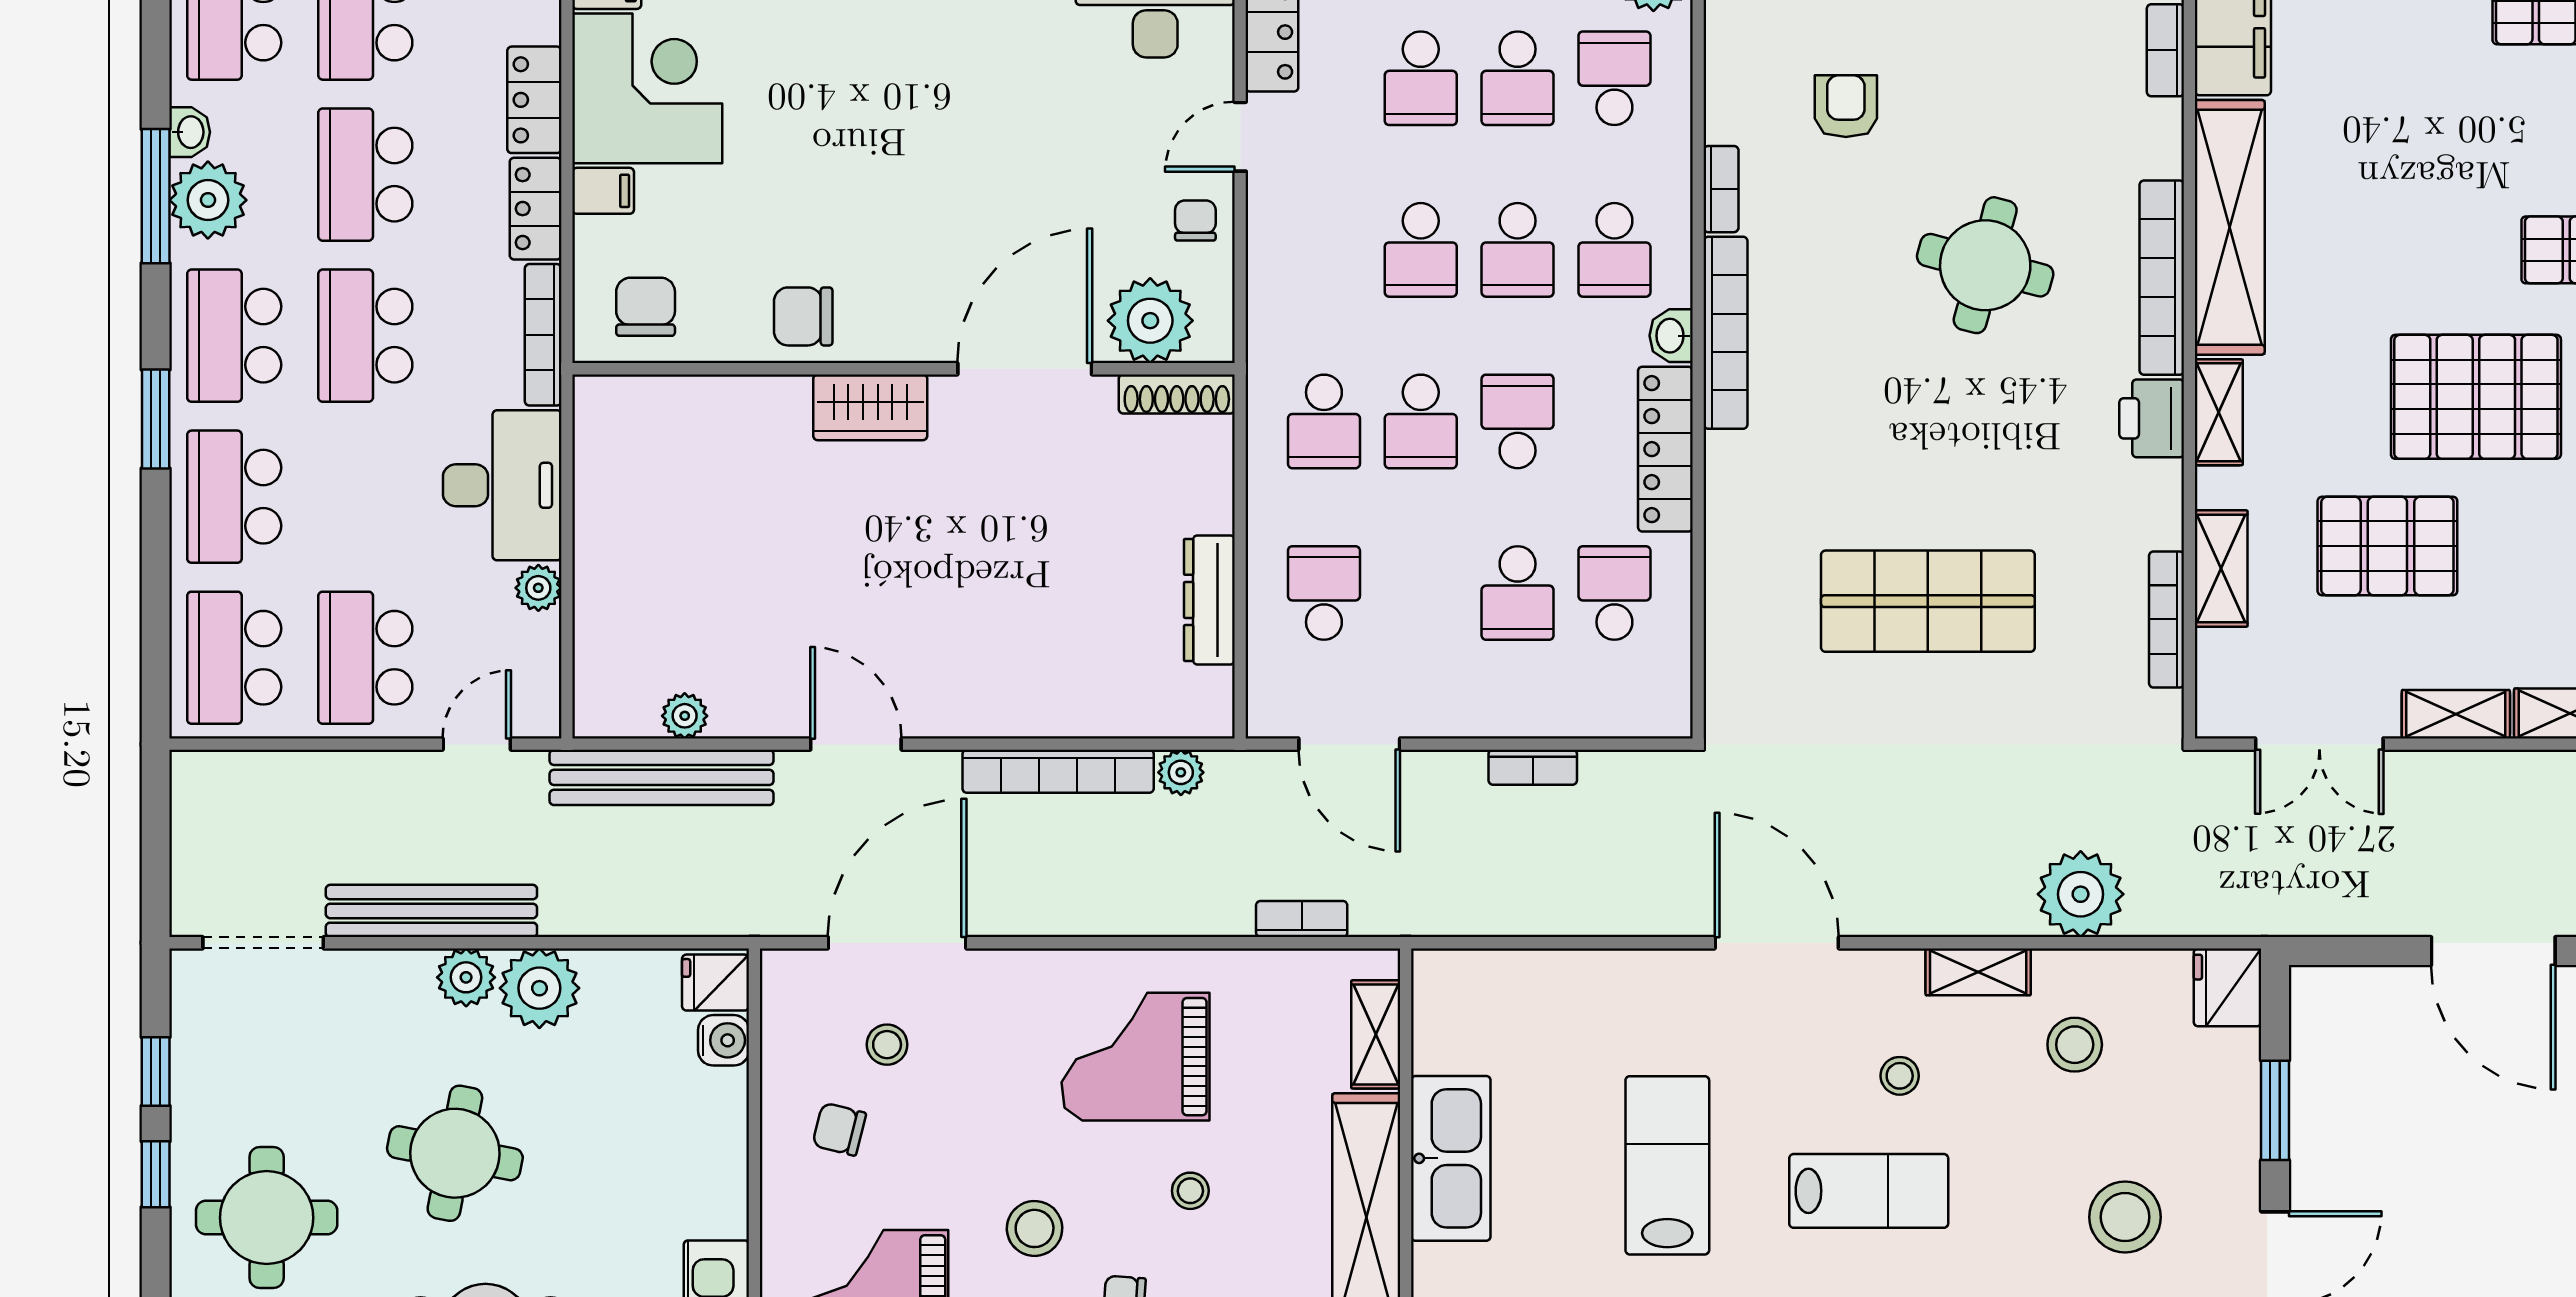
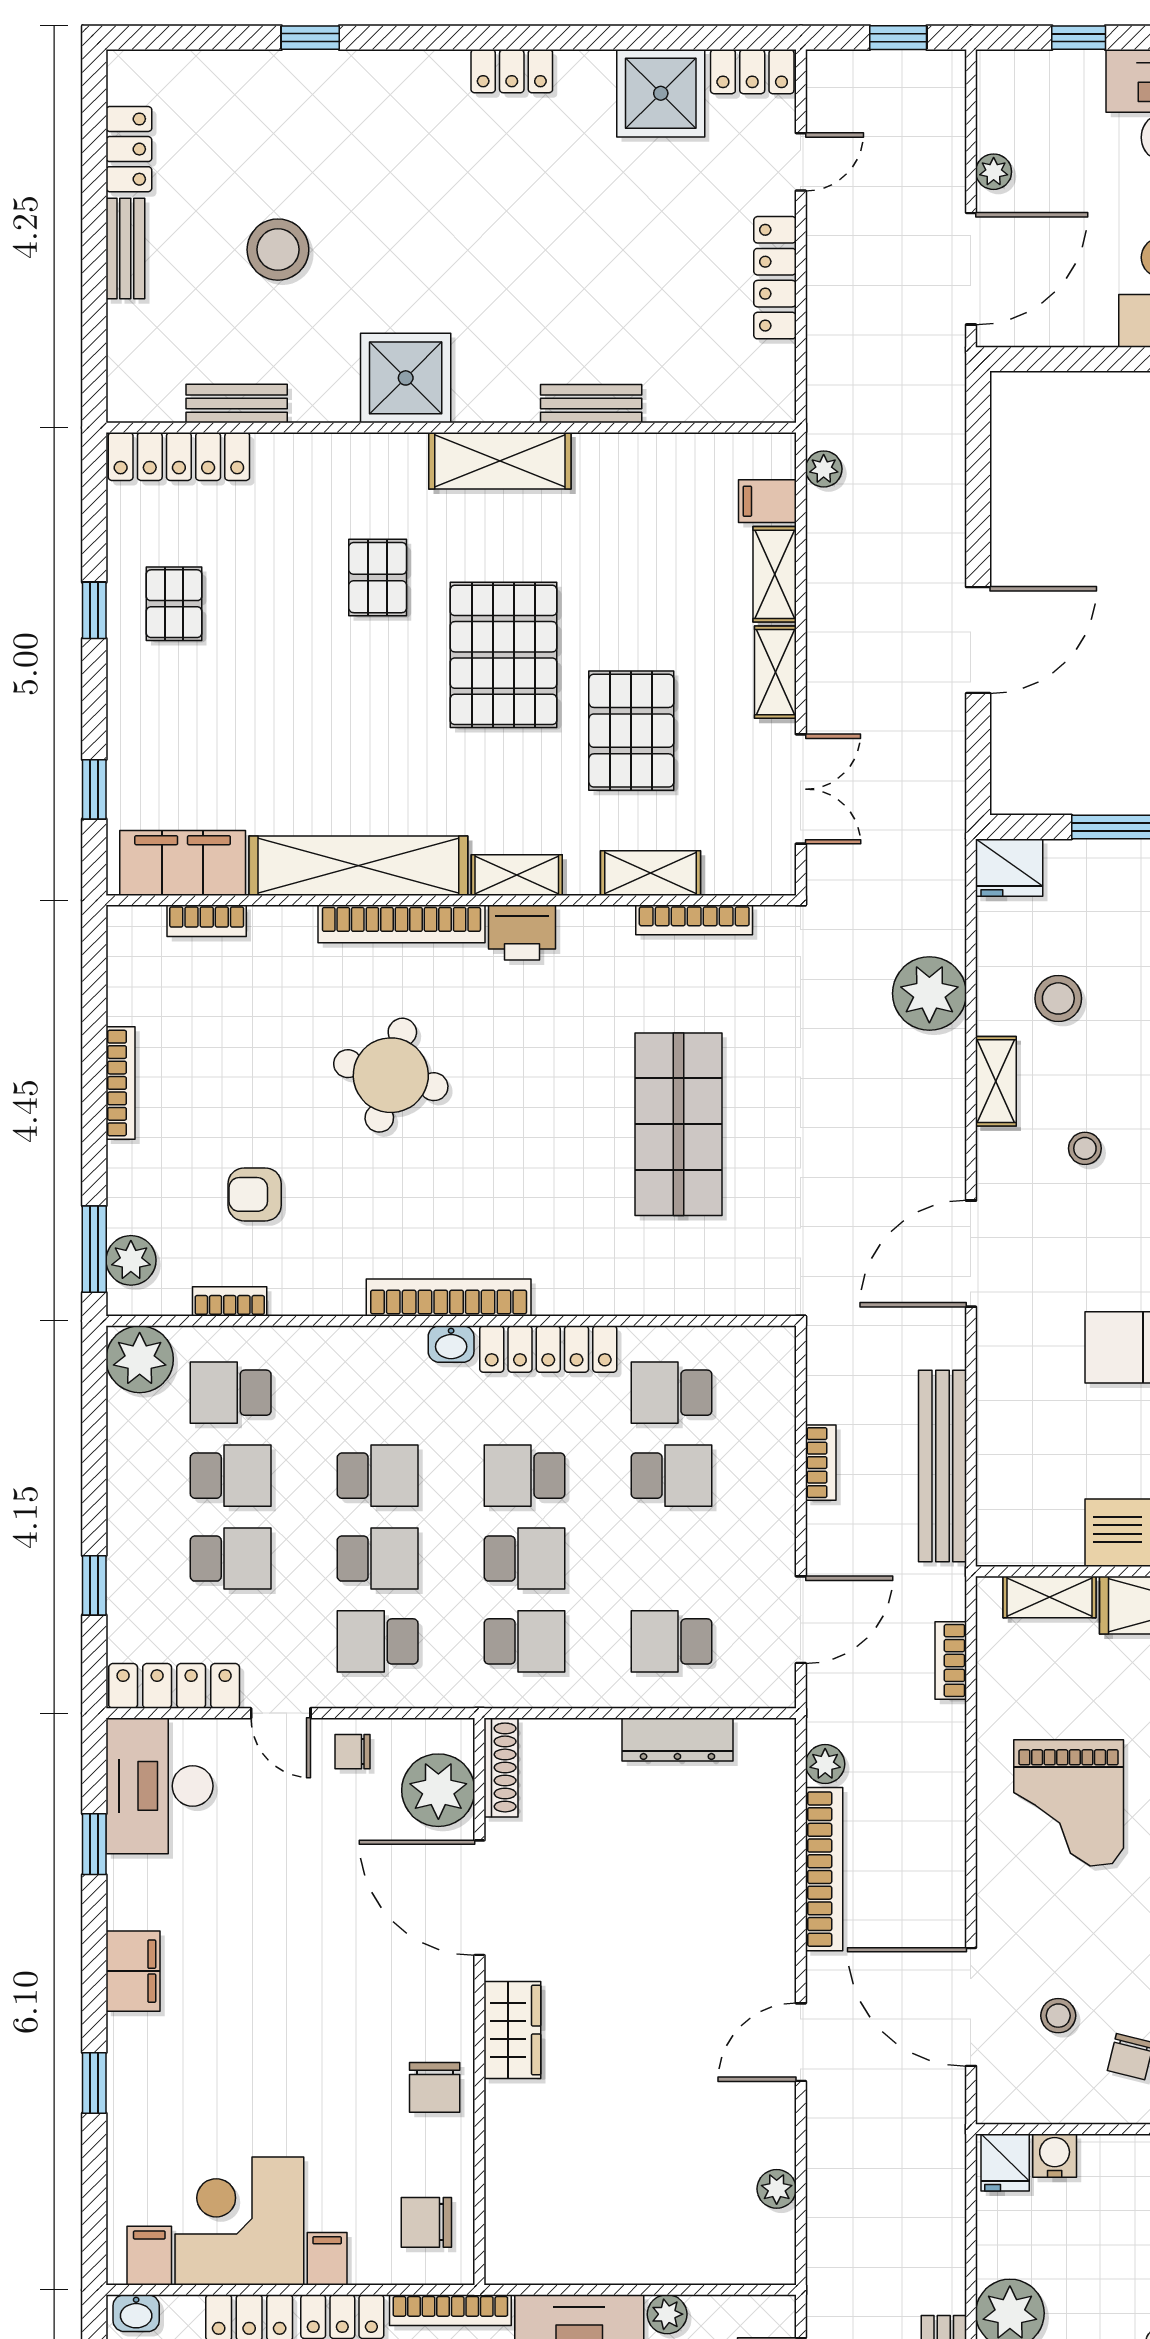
bookcase: (1721, 189) -> (230, 1301), moved
school desk: (1614, 250) -> (378, 1641), moved, turned 180
bench: (662, 777) -> (942, 1466), moved

